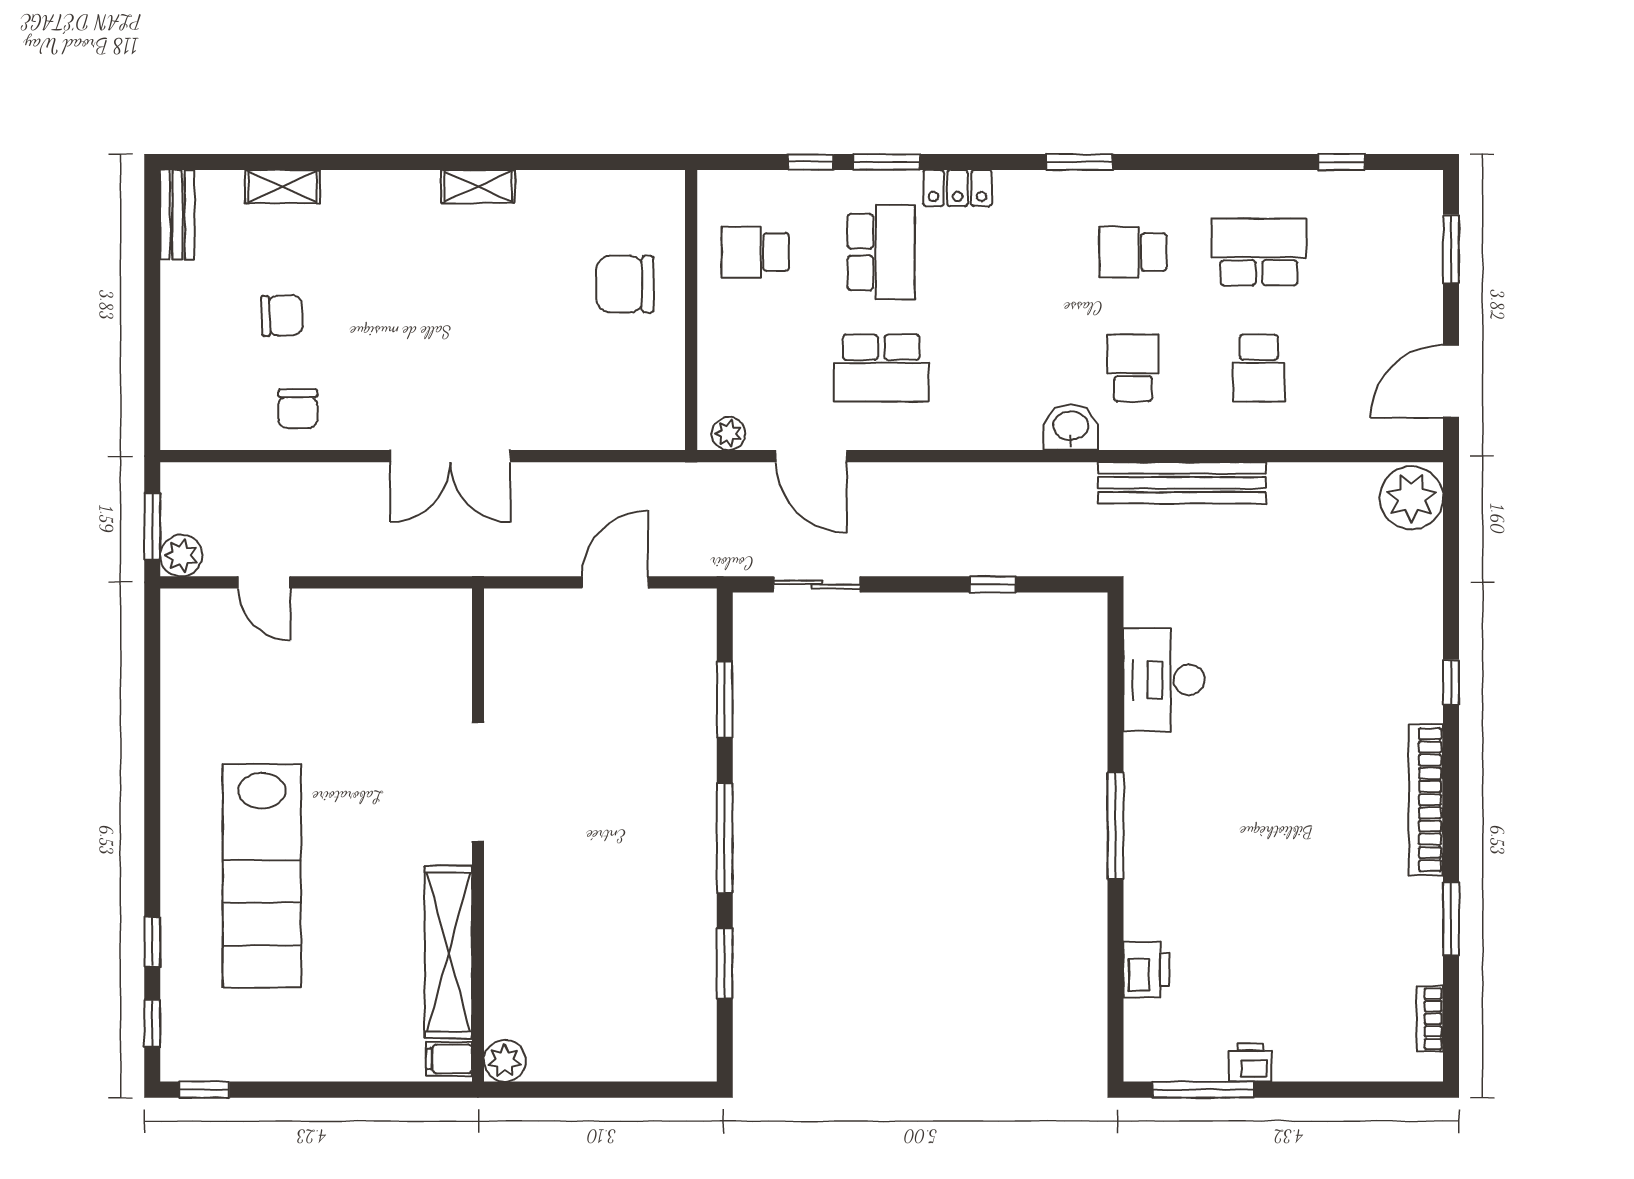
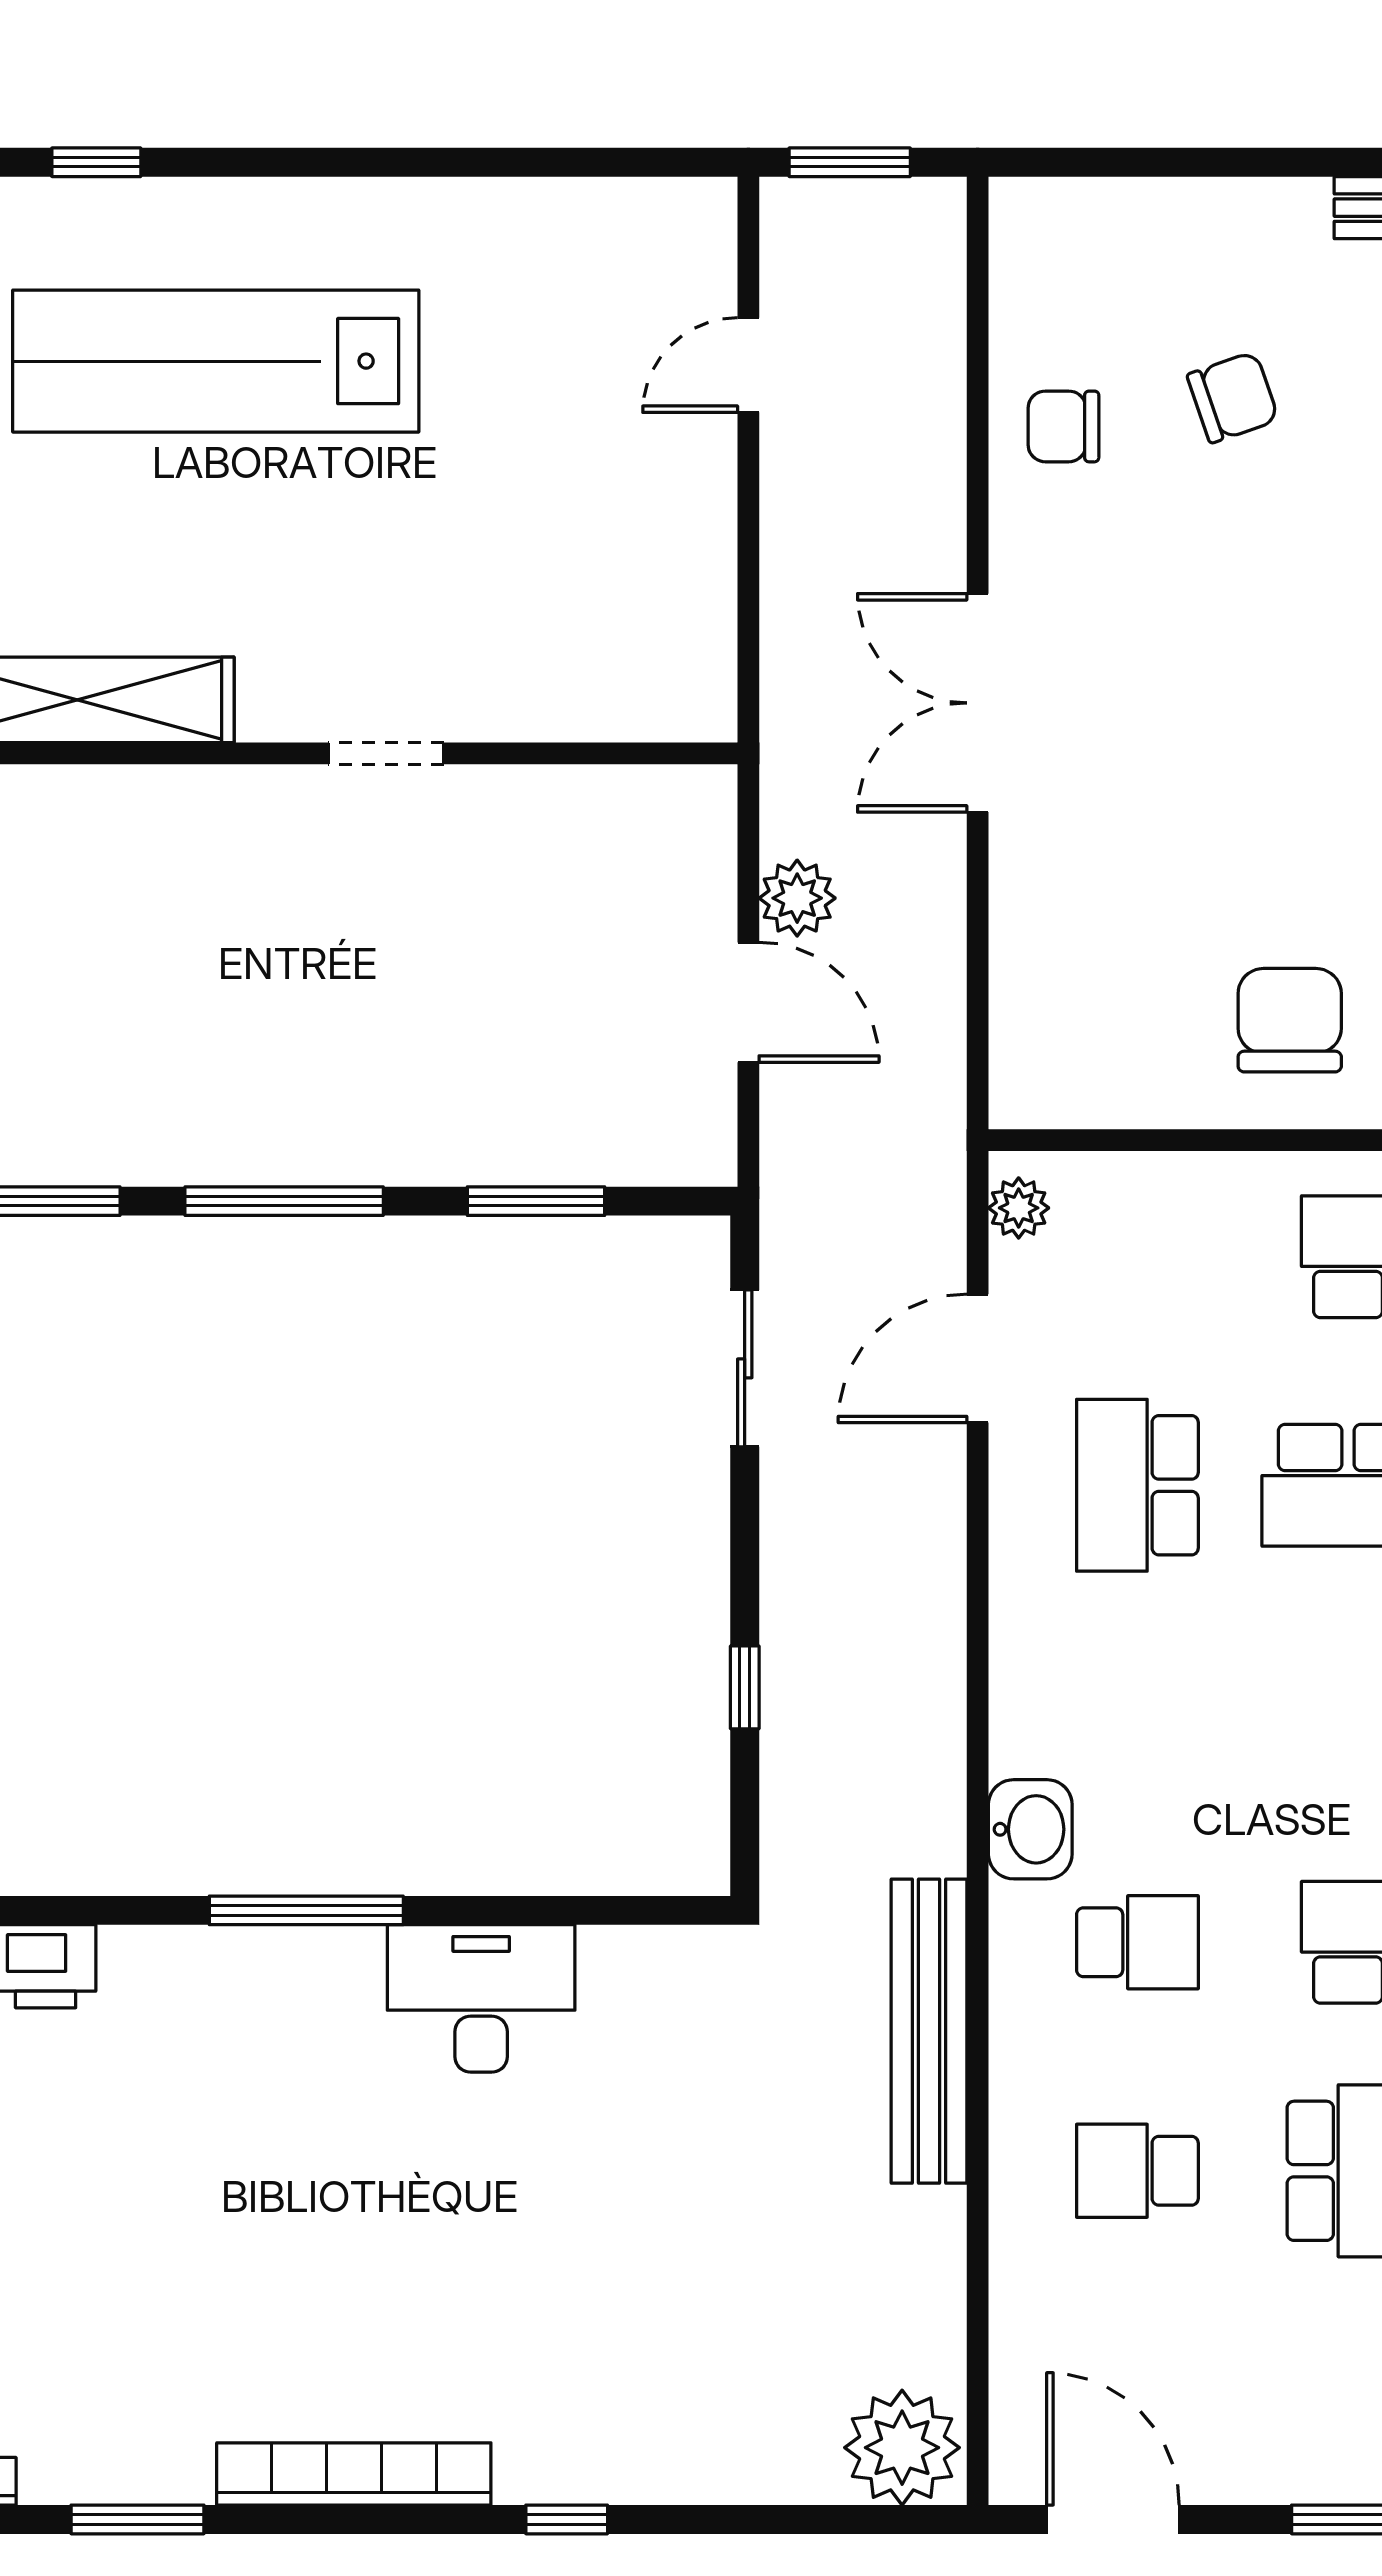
chair: (282, 315) -> (1233, 397), turned -107
plant: (181, 555) -> (797, 898), moved
desk: (1164, 680) -> (481, 1998), moved
doorway: (478, 782) -> (386, 753), width x0.53

